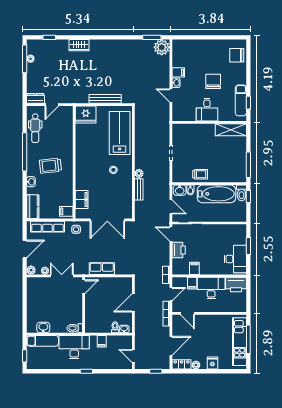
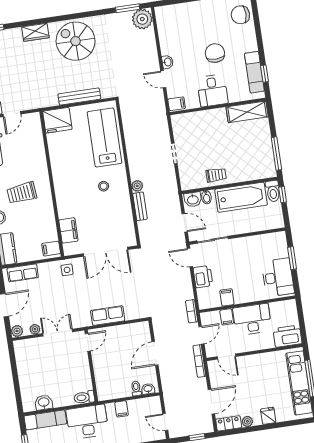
spiral stairs: (109, 56) -> (76, 41), added
filing cabinet: (178, 72) -> (177, 104), moved
row of seats: (47, 227) -> (23, 273), width x0.68
printer: (236, 285) -> (287, 336), moved, turned 180

